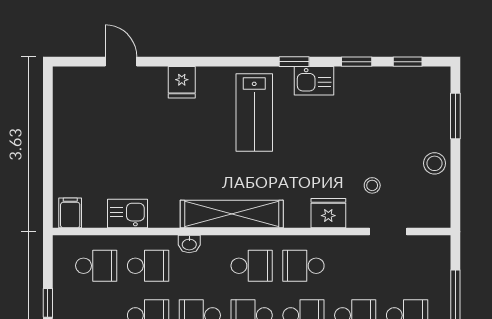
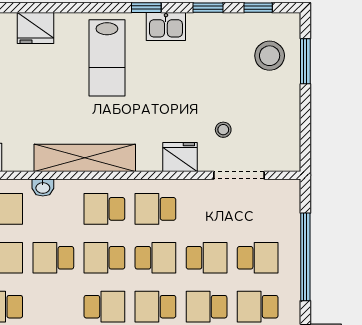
fridge: (182, 82) -> (35, 28), width x1.38
stool: (434, 163) -> (270, 56), moved, width x1.38, depth x1.38
doorway: (388, 232) -> (239, 175), width x1.38
school desk: (252, 266) -> (104, 209), turned 180

